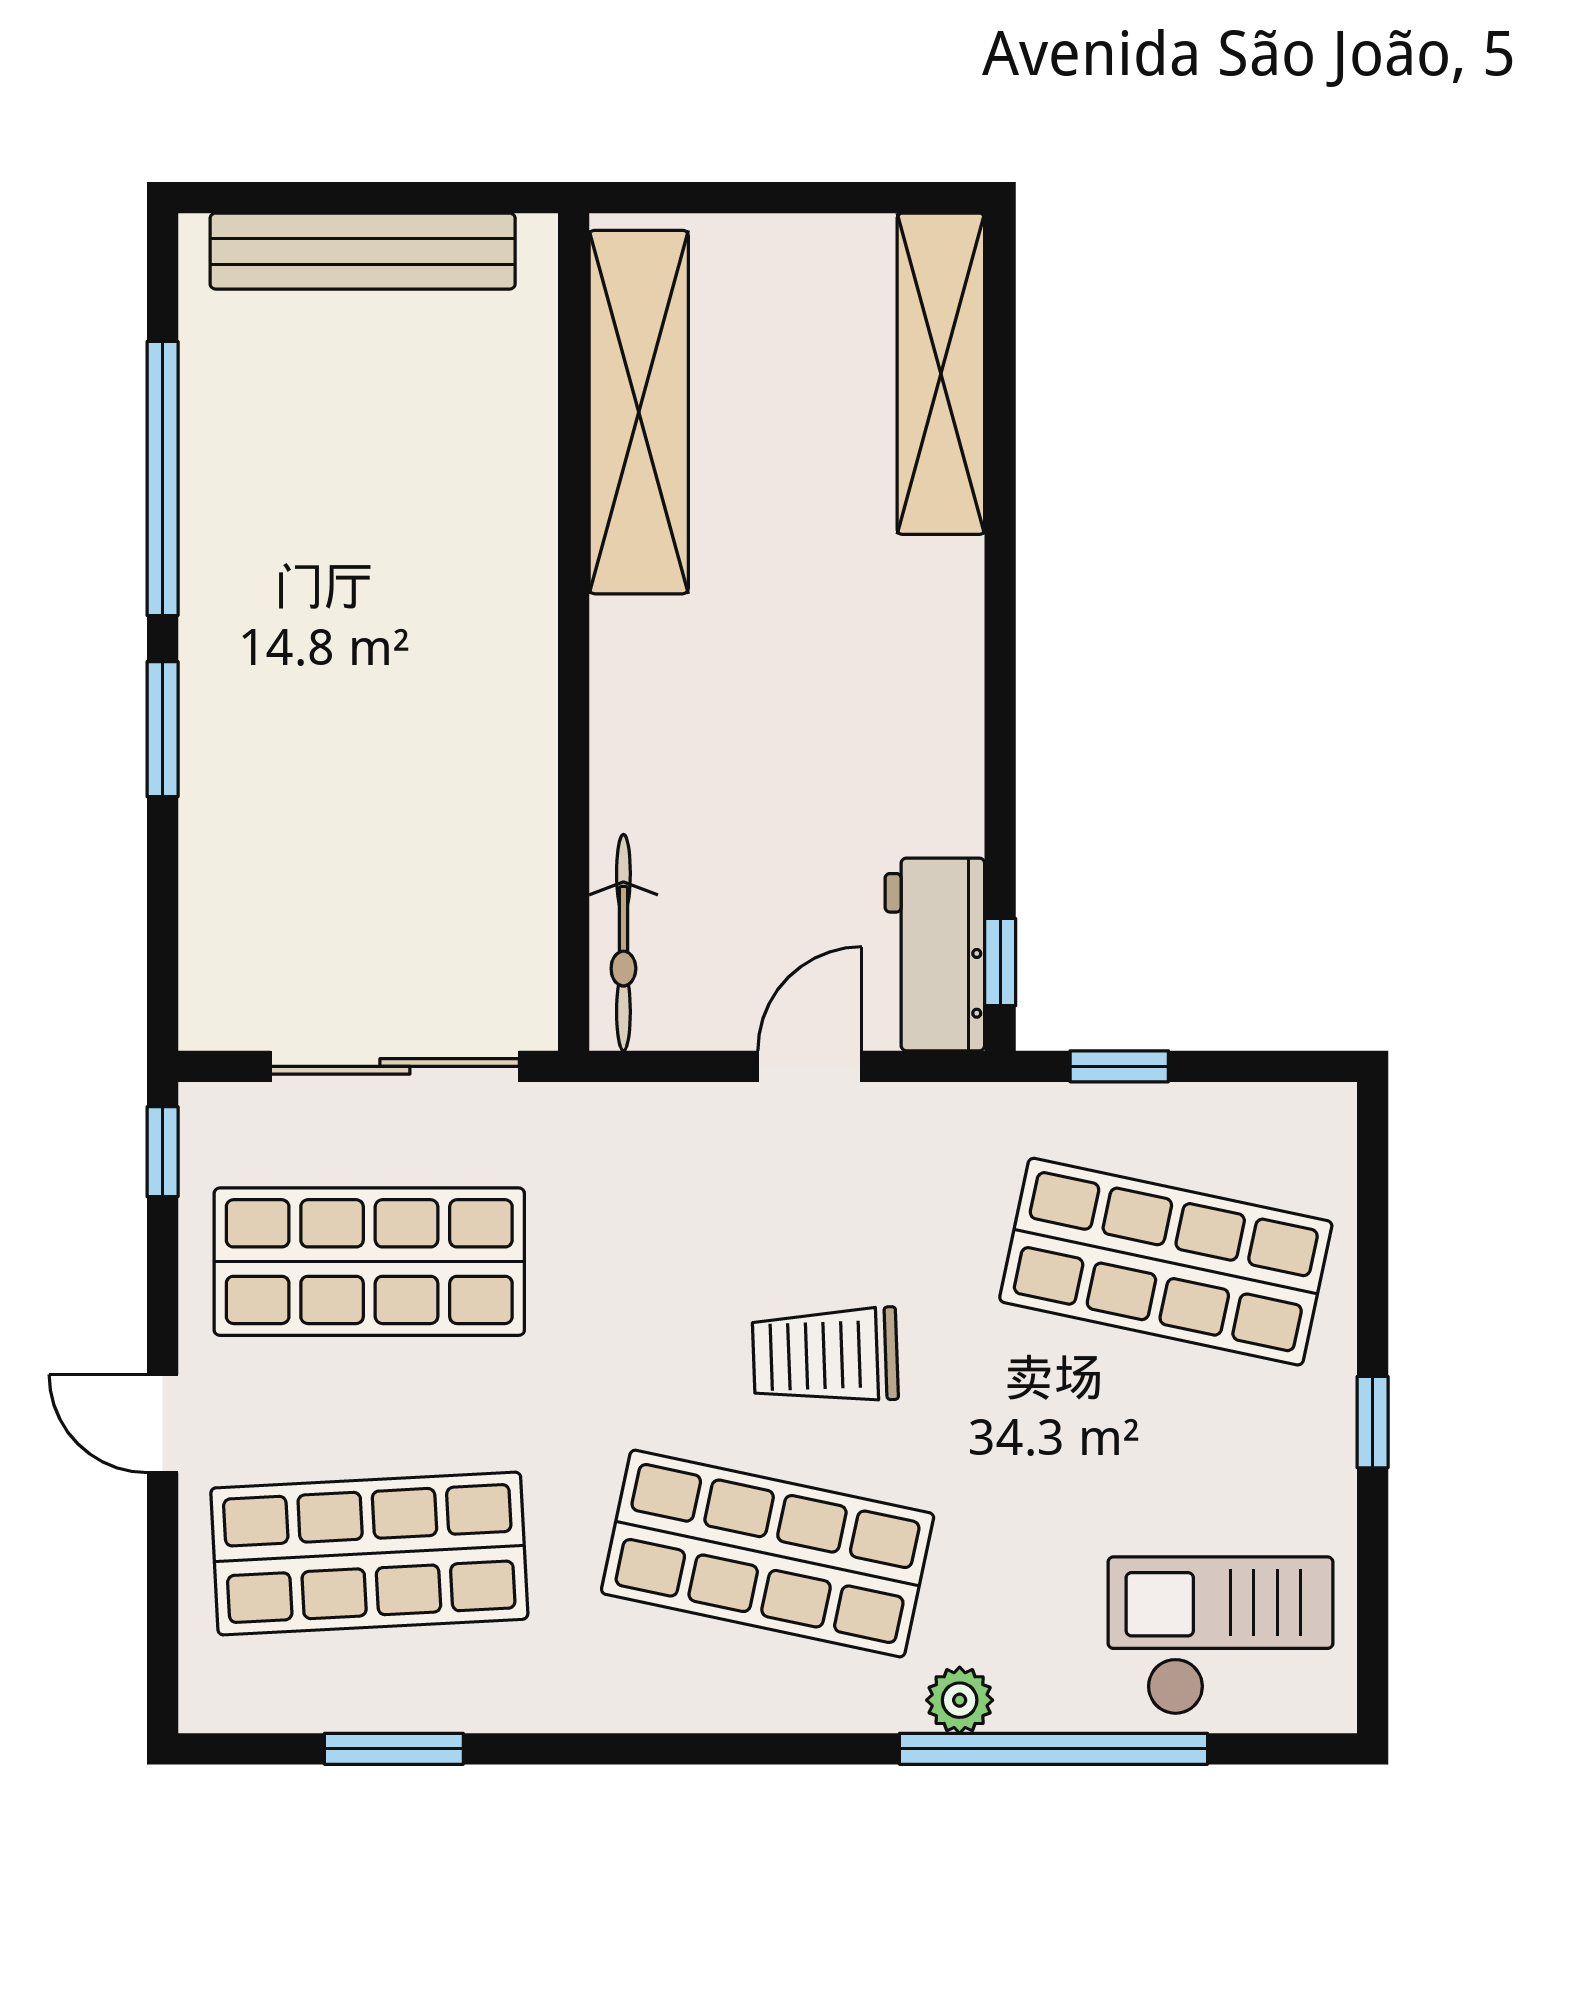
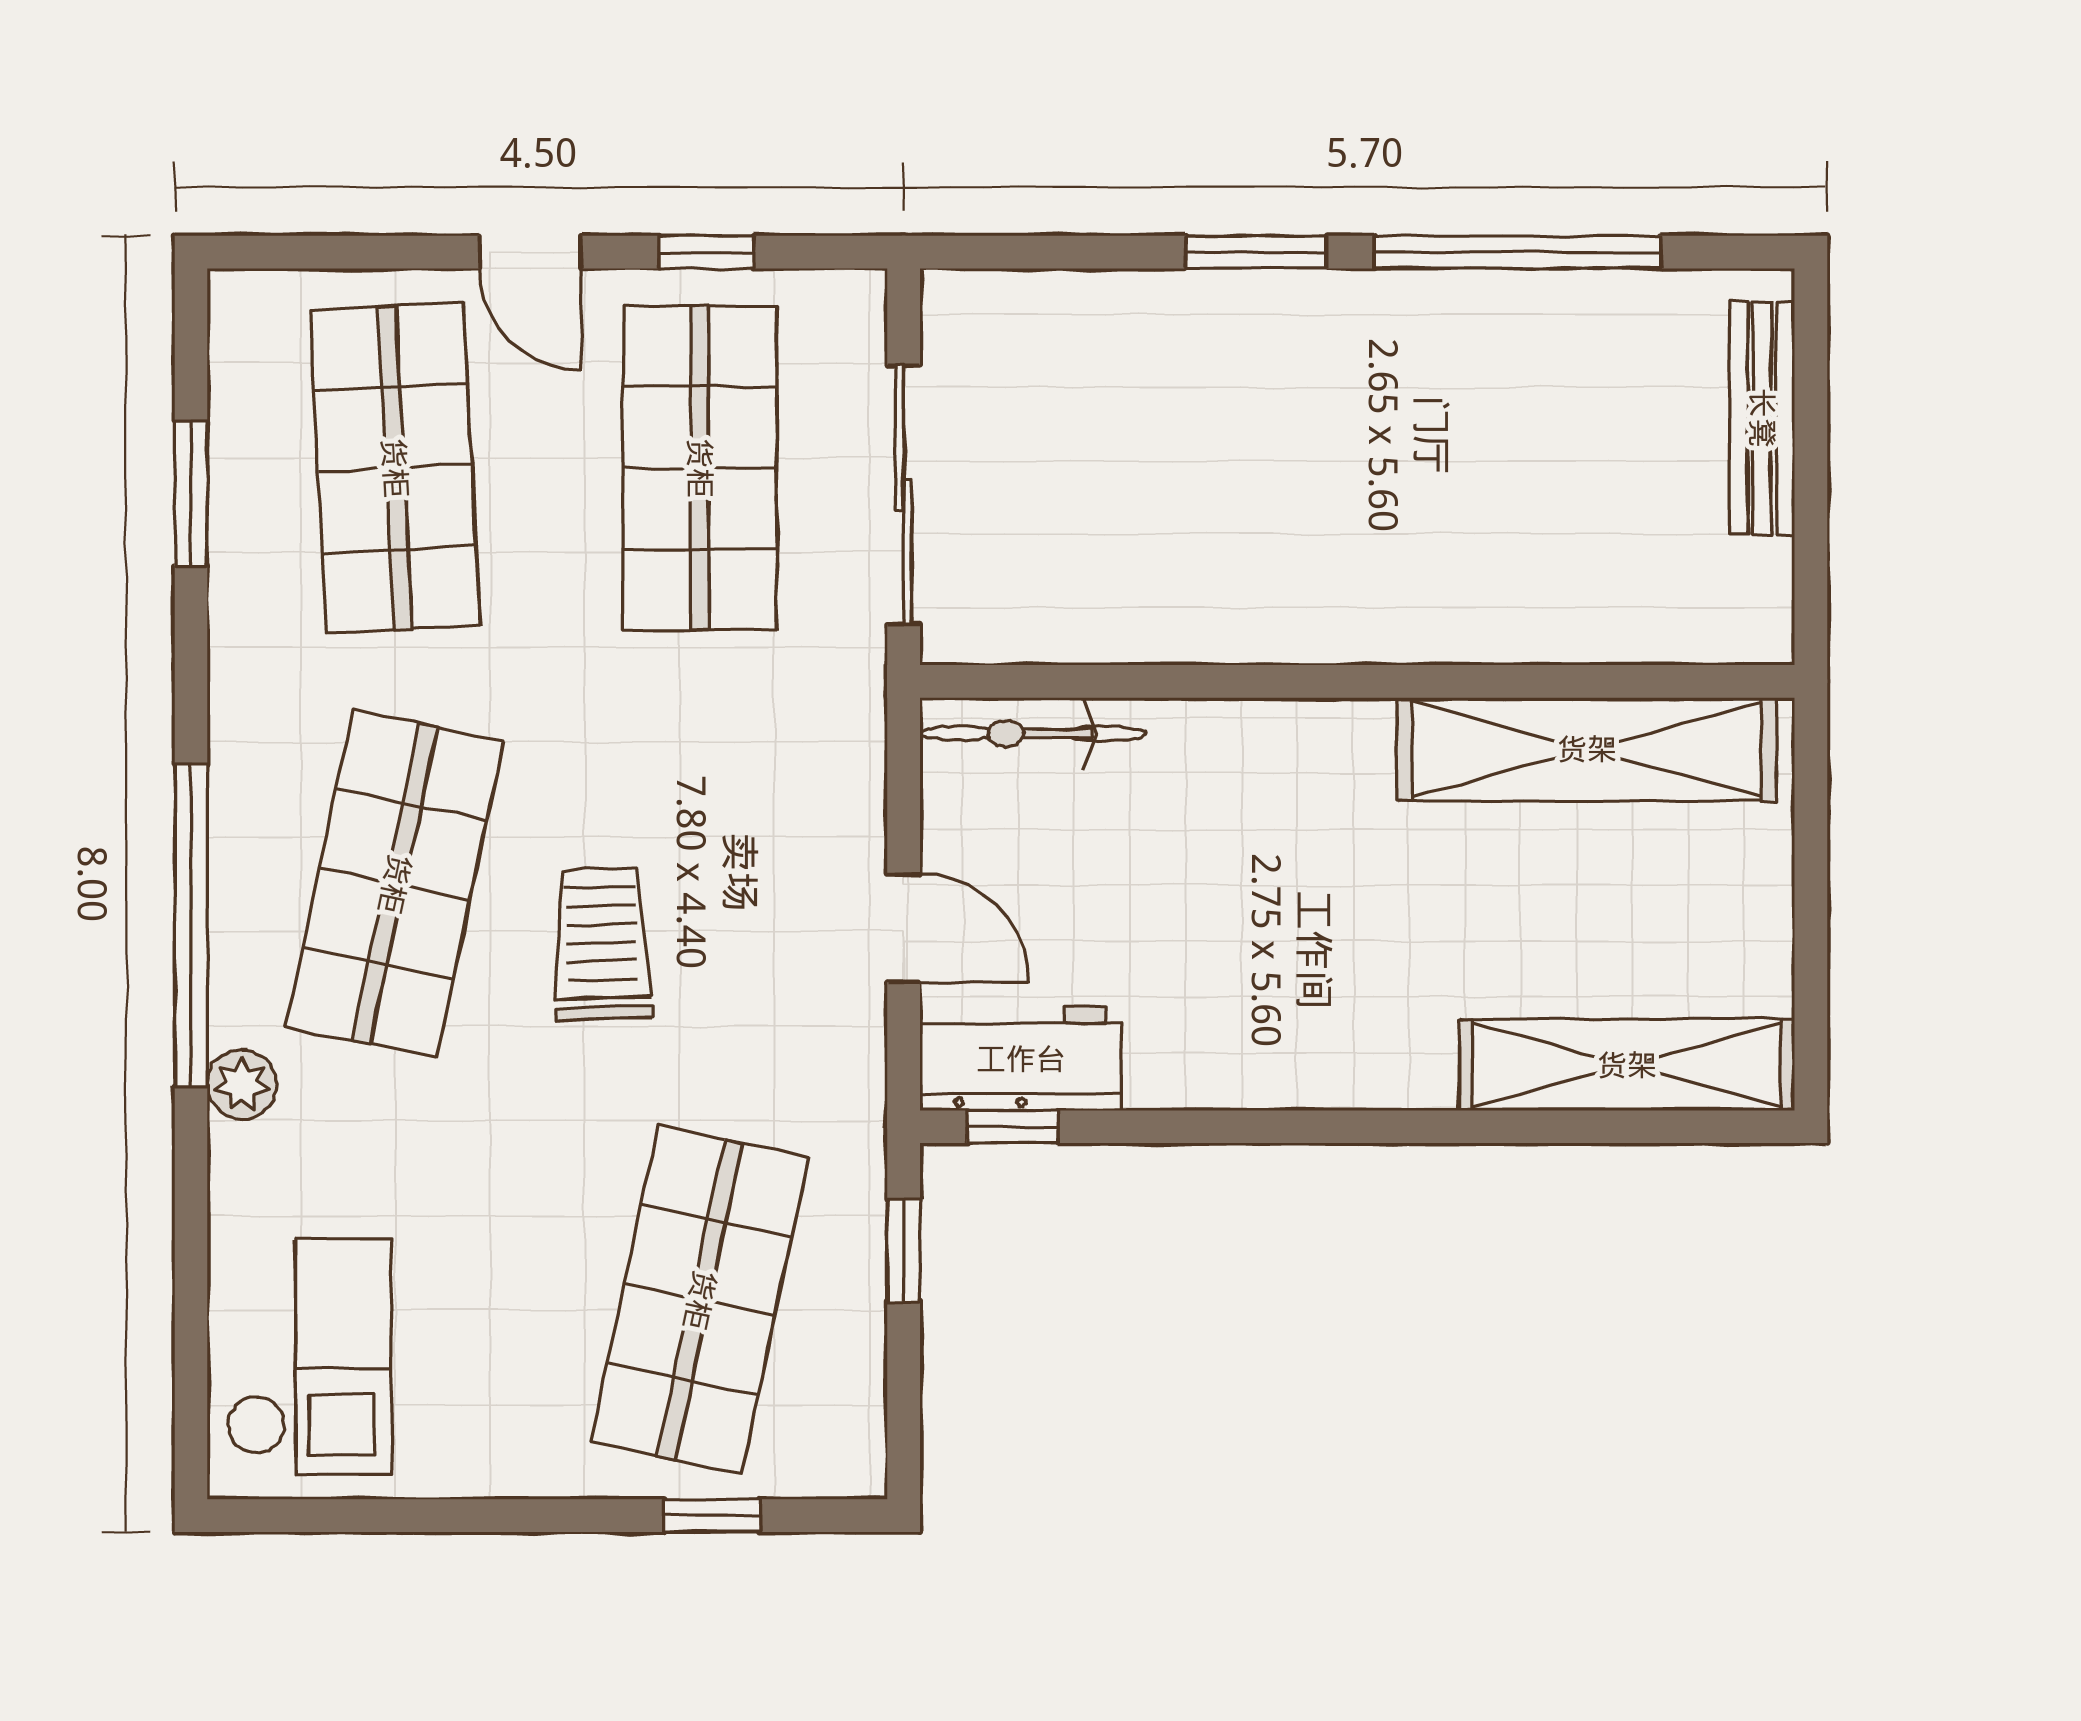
bench: (363, 251) -> (1762, 418), width x0.73, depth x0.82
window: (163, 1152) -> (706, 252), moved
window: (1373, 1422) -> (712, 1516), moved
door: (163, 1424) -> (531, 252), swing flipped
window: (1053, 1749) -> (191, 925), moved

